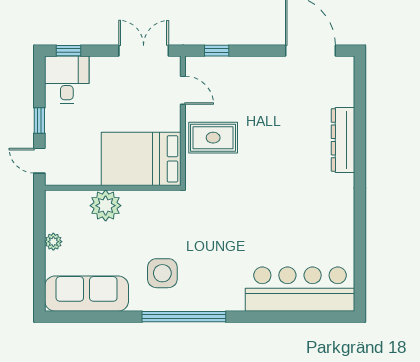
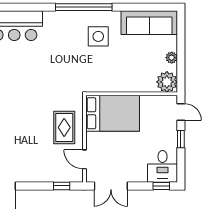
rug: (213, 138) -> (64, 127), turned 90
plant: (106, 206) -> (167, 82), moved

